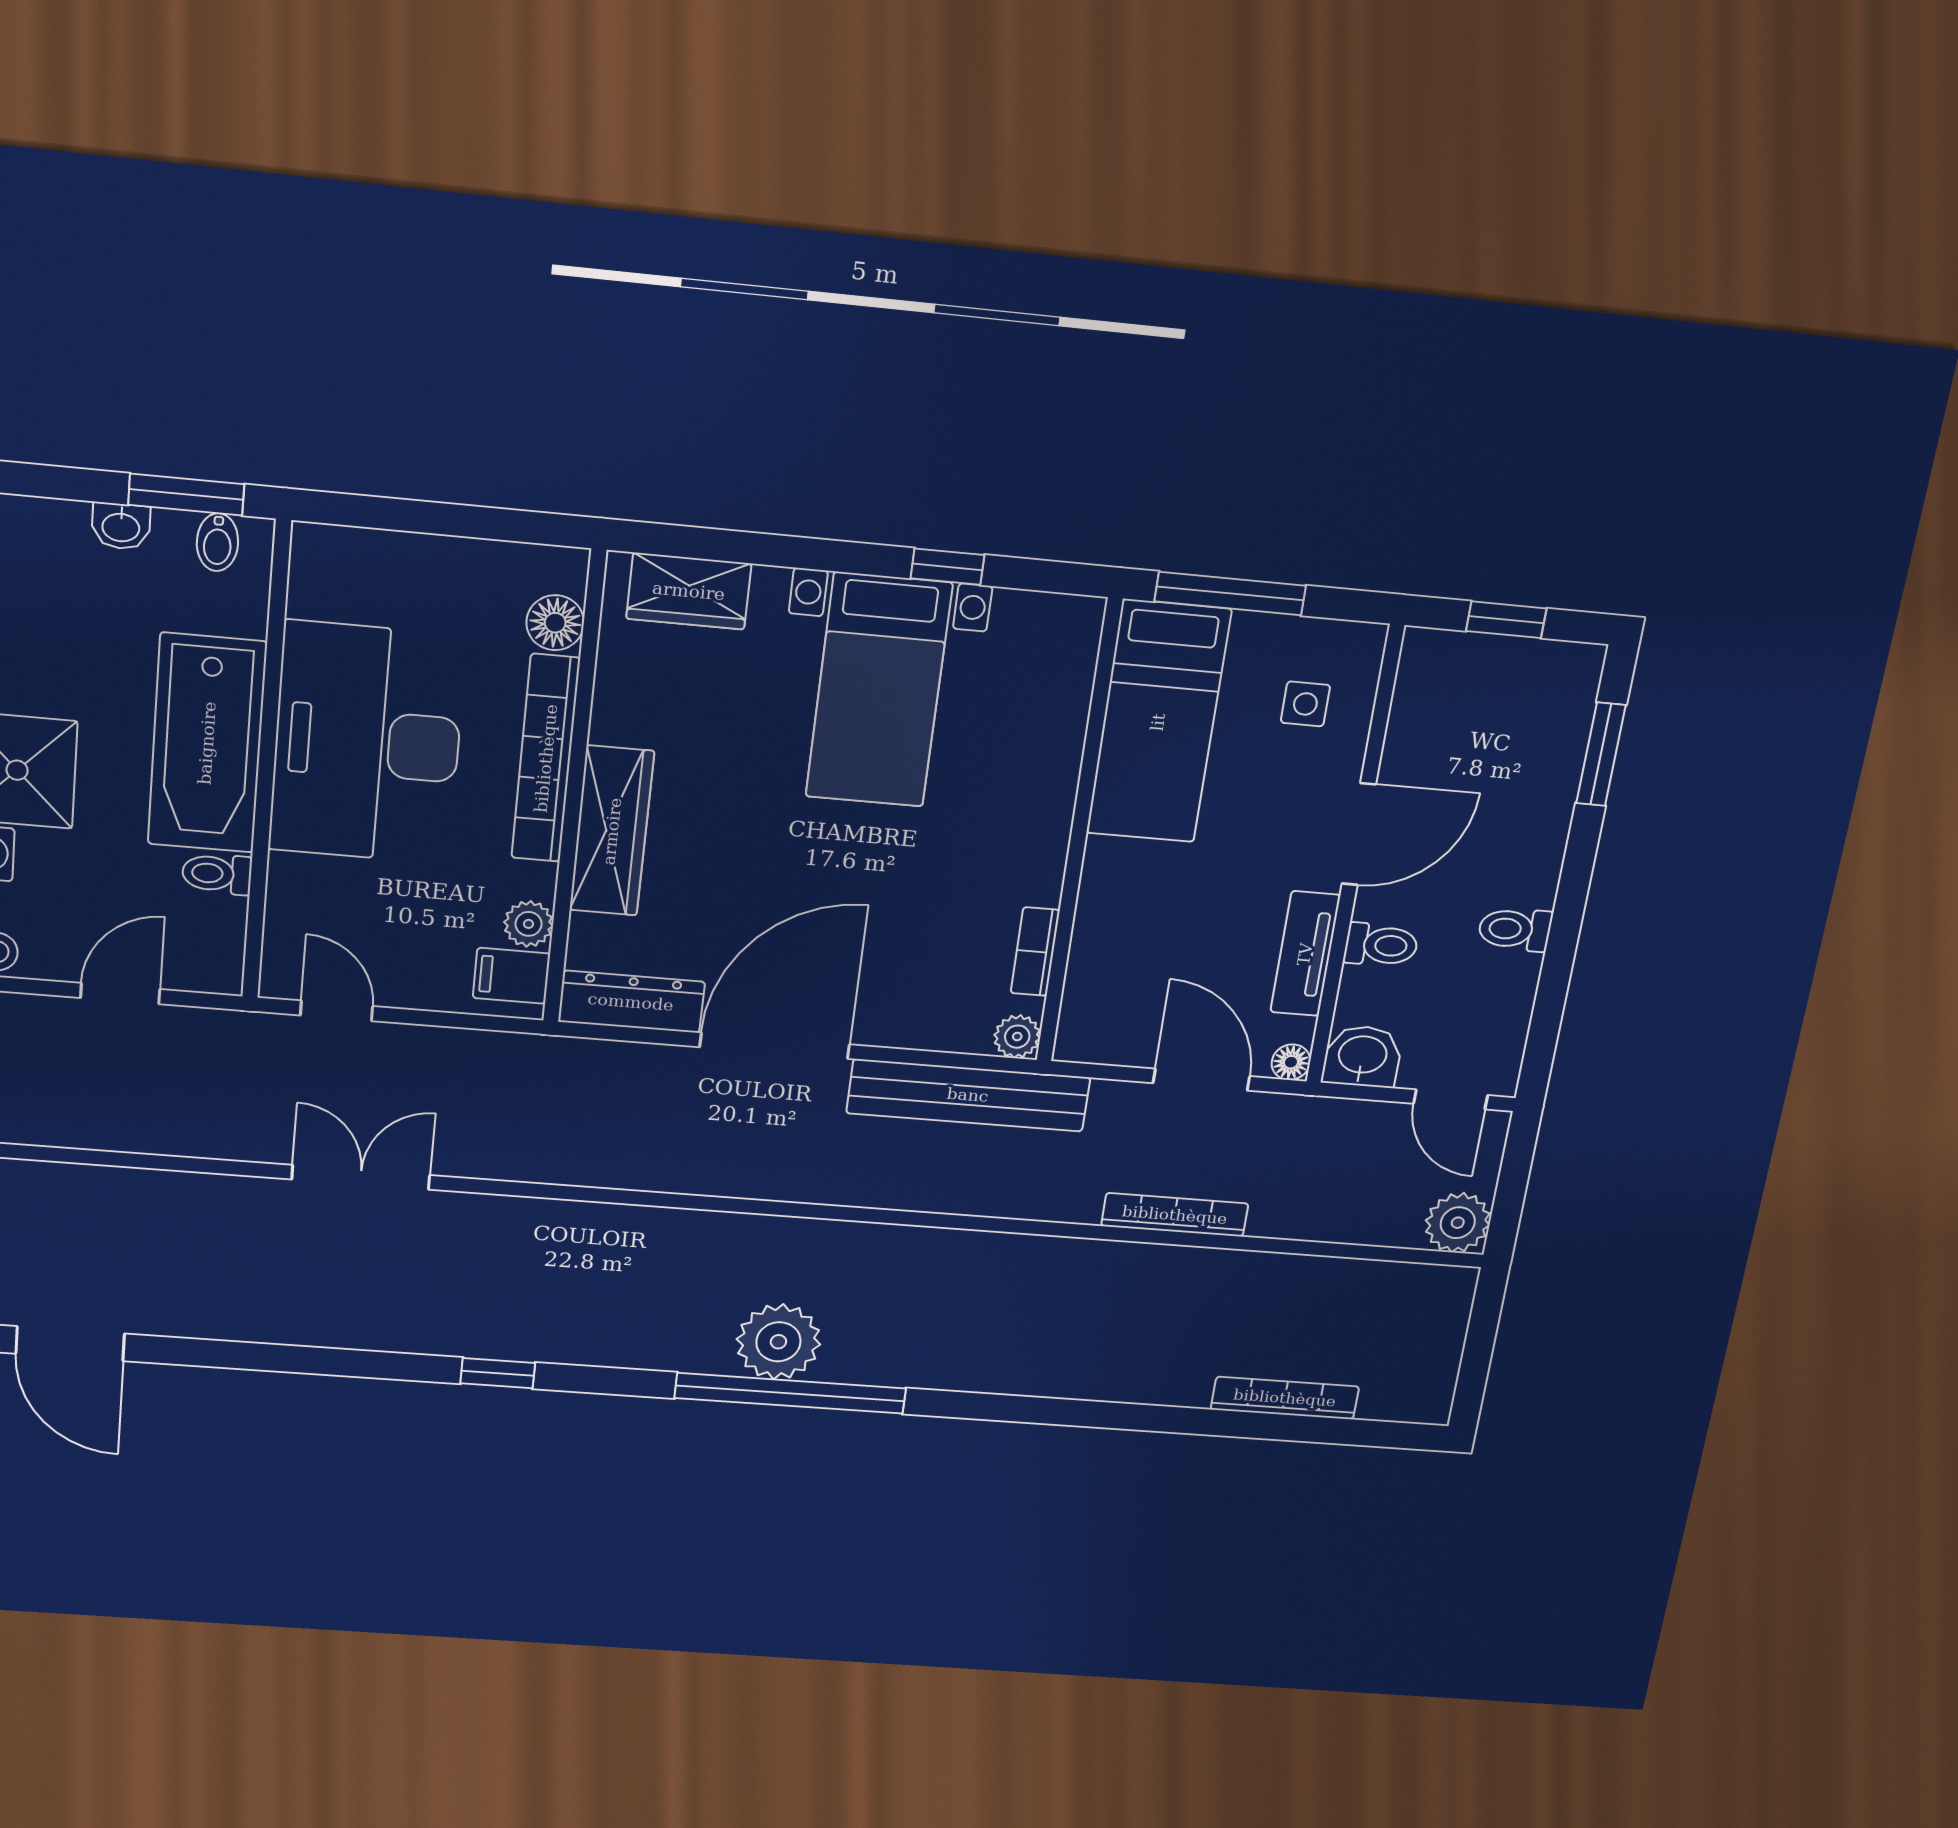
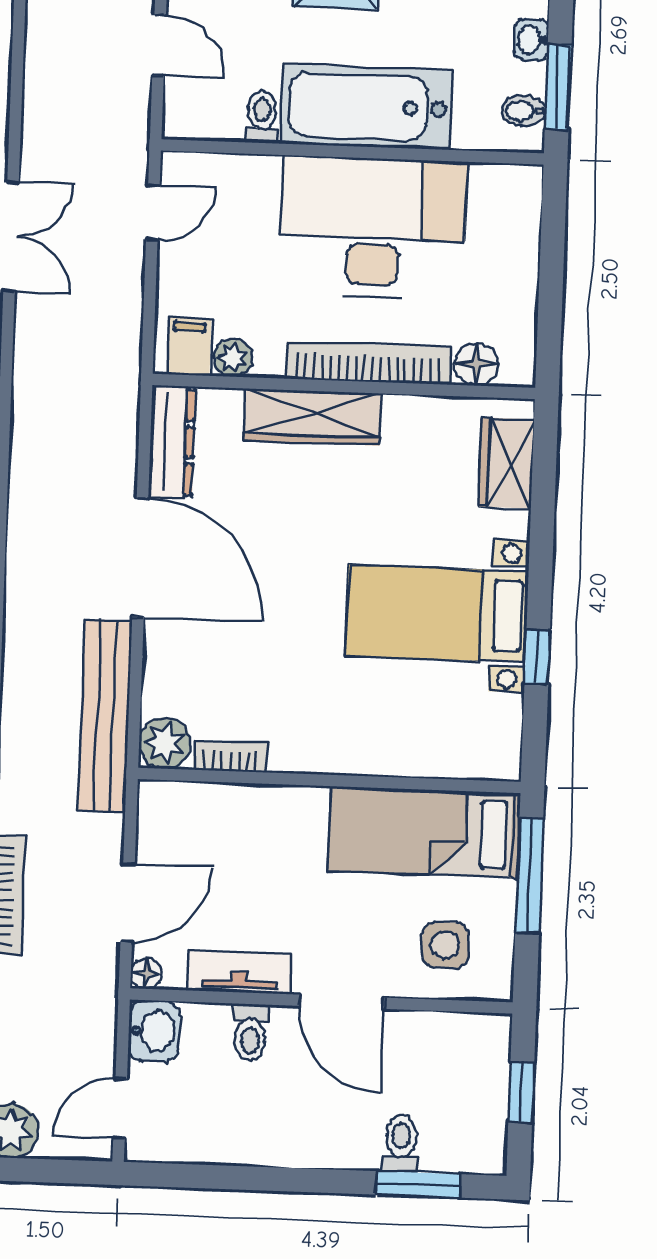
side table: (1305, 704) -> (445, 945), width x1.37, depth x1.37
toilet: (1515, 929) -> (401, 1143), moved
plant: (1017, 1037) -> (165, 743), width x1.38, depth x1.38

